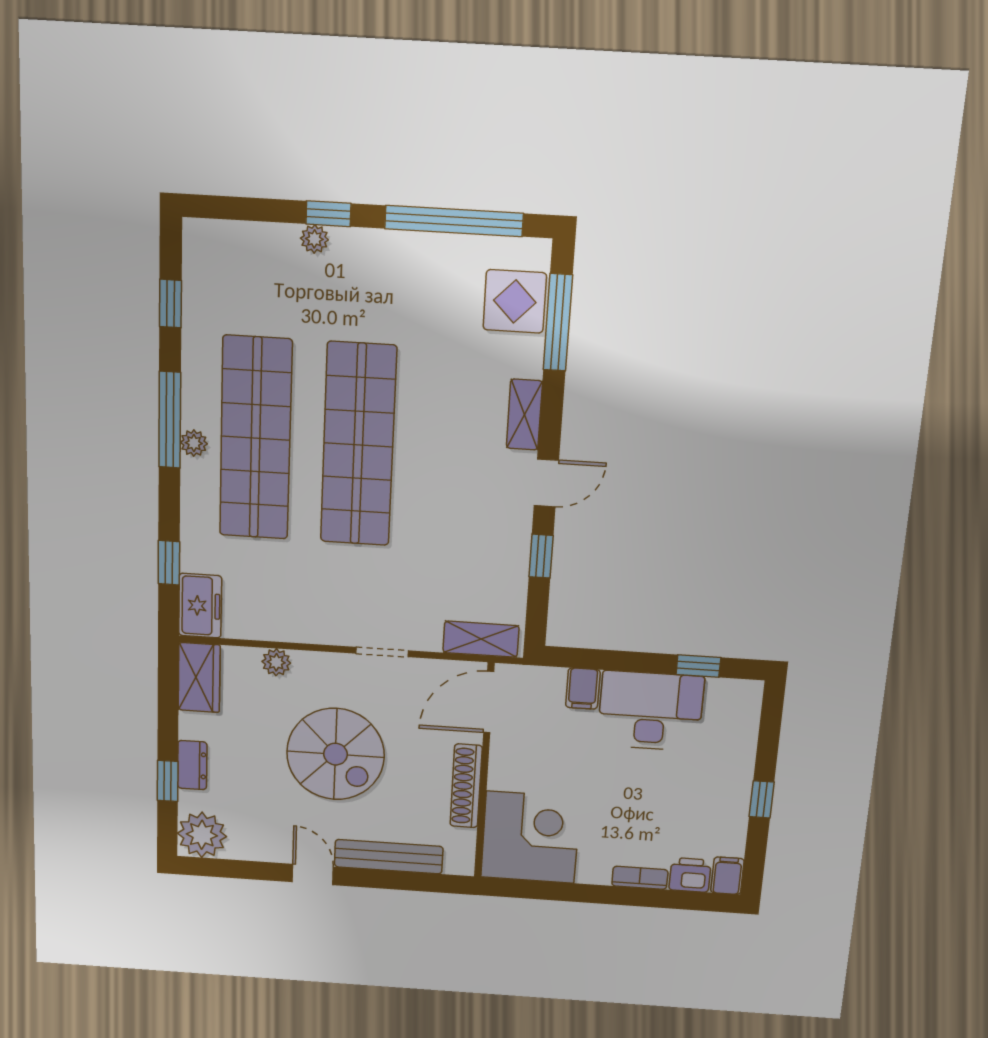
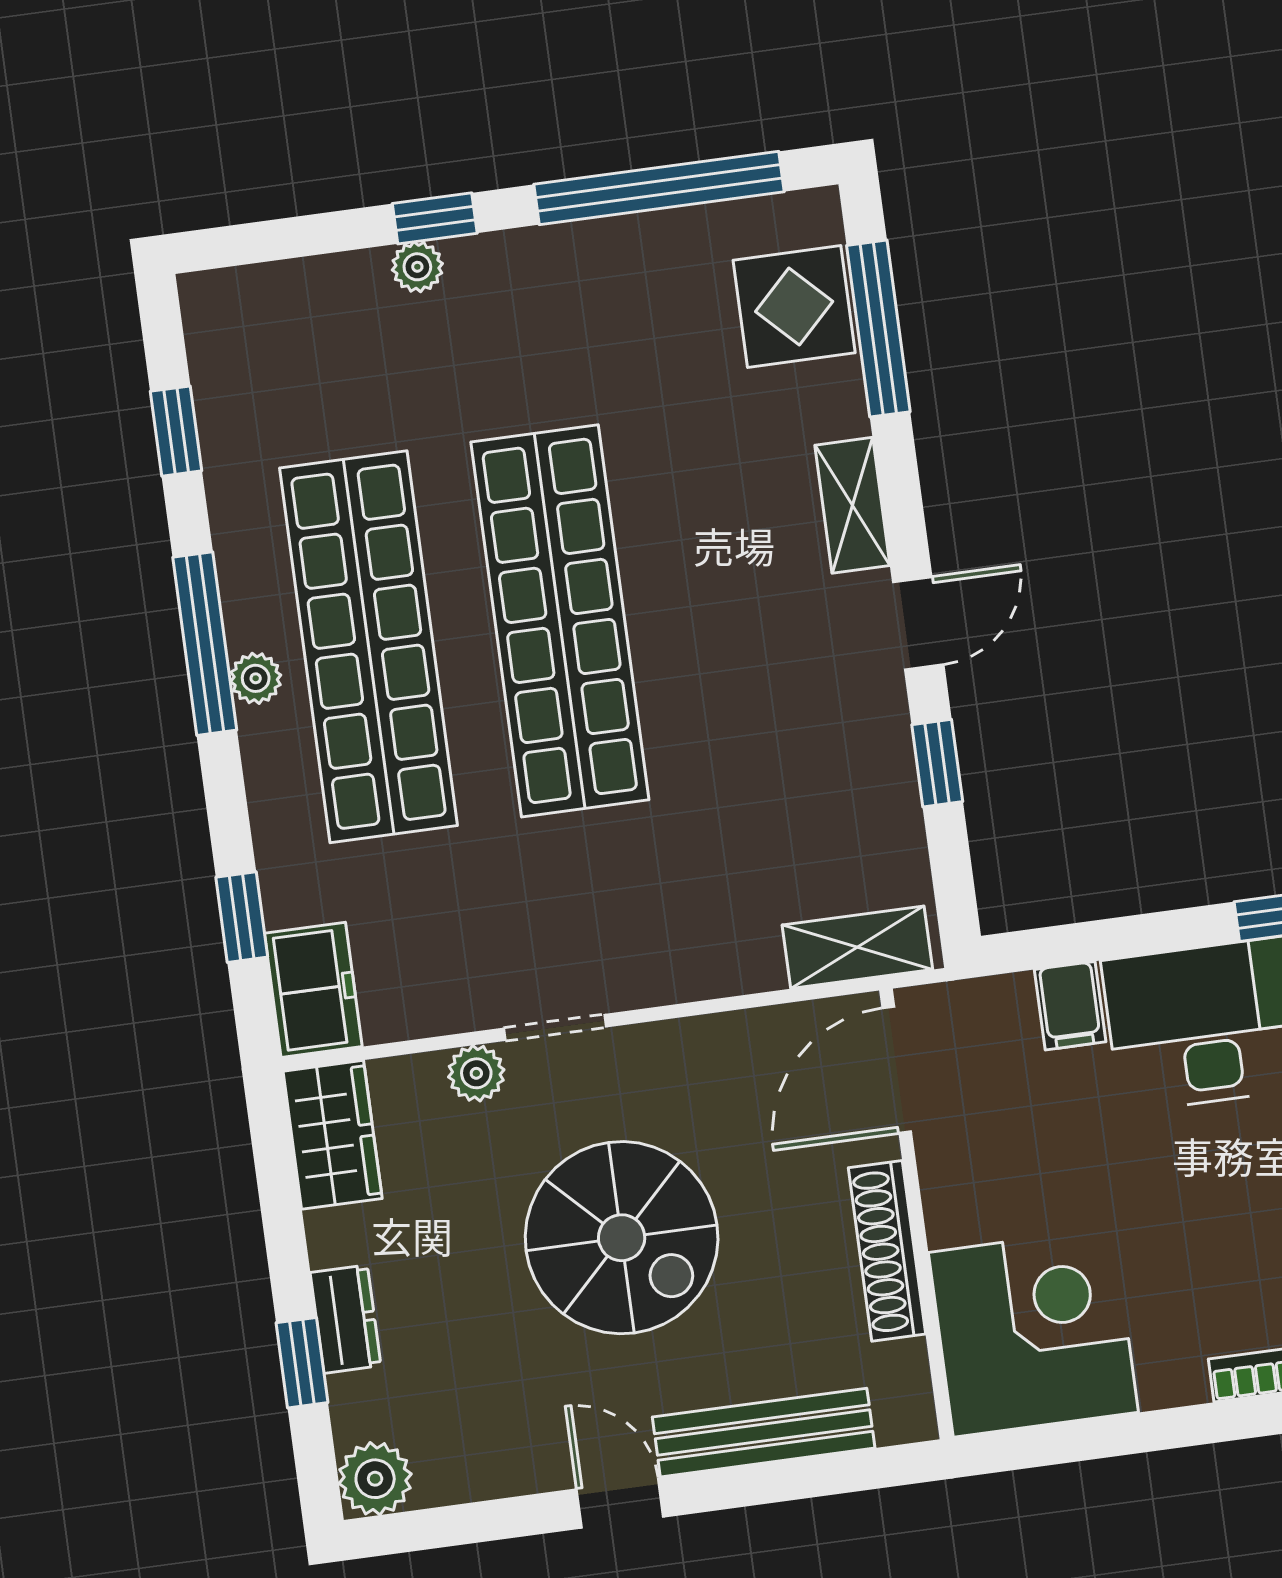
doorway: (382, 652) -> (555, 1027), moved
plant: (202, 835) -> (375, 1479), width x0.73, depth x0.73

